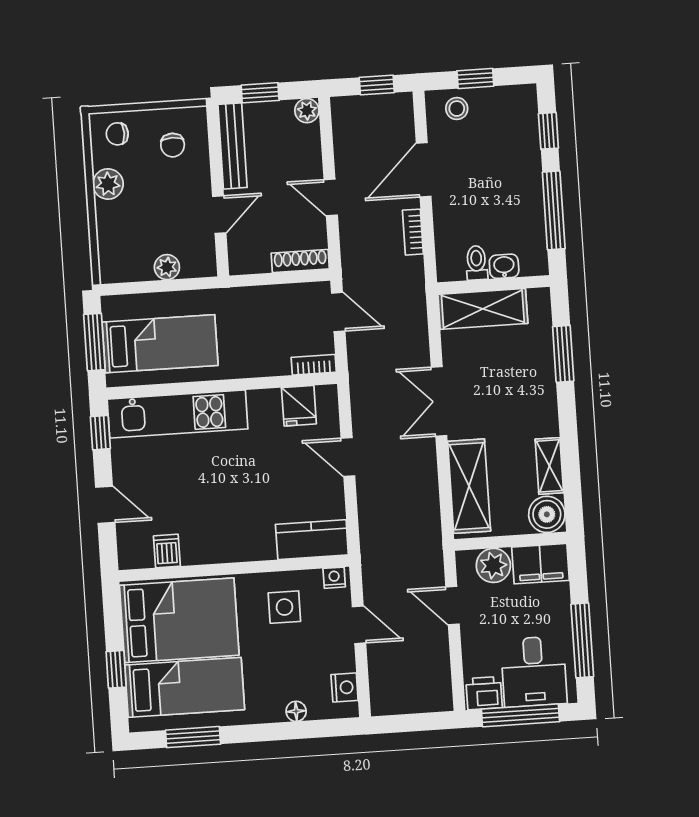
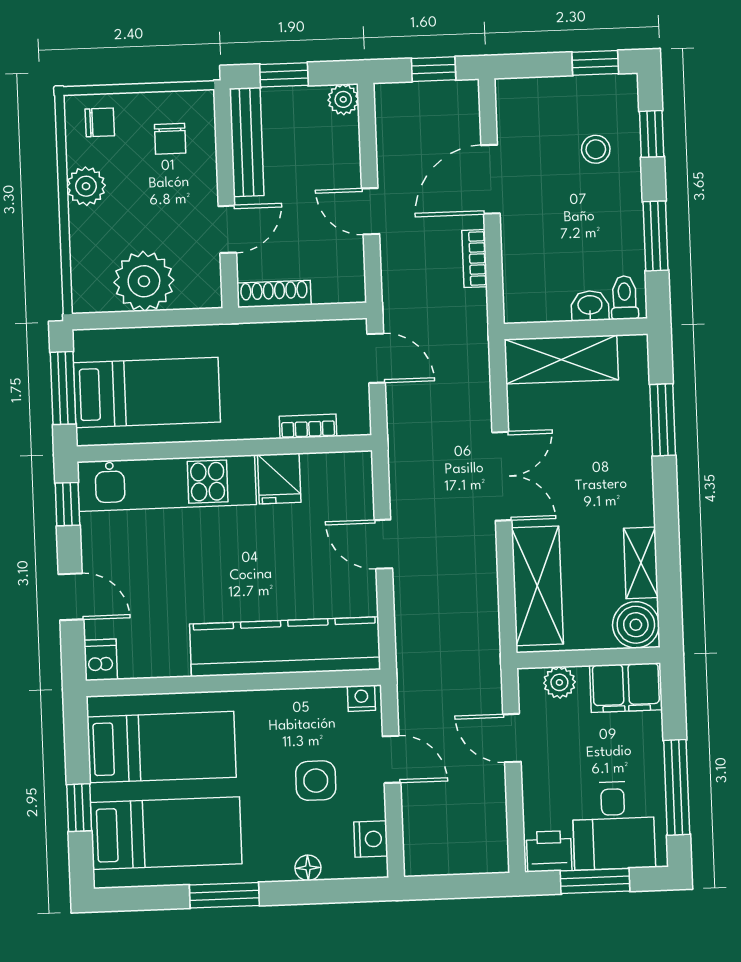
window: (475, 78) -> (595, 63), moved
stool: (457, 109) -> (596, 149), moved
chair: (117, 134) -> (100, 122), turned 180
window: (554, 210) -> (656, 236), width x0.69
shoe rack: (300, 261) -> (274, 294), moved
toilet: (477, 263) -> (625, 298), moved
plant: (167, 267) -> (144, 281), width x1.88, depth x1.88
bookcase: (314, 365) -> (308, 426), moved
double door: (439, 401) -> (502, 476), swing flipped
fridge: (299, 406) -> (279, 479), moved
kitchen counter: (312, 540) -> (285, 647), width x2.08, depth x1.17
dishwasher: (167, 551) -> (101, 660), moved
plant: (493, 565) -> (559, 682), width x0.73, depth x0.73
side table: (284, 607) -> (316, 781), moved
bed: (179, 620) -> (162, 747), width x0.67
window: (520, 715) -> (595, 881), width x0.69
window: (193, 737) -> (224, 895), moved

